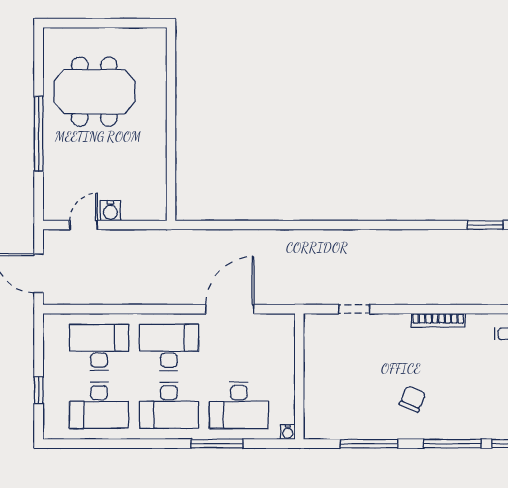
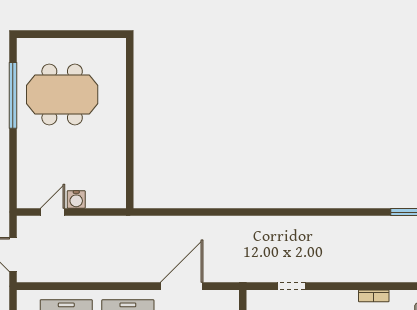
window: (39, 134) -> (13, 95), moved
bookcase: (438, 320) -> (374, 296), width x0.64

